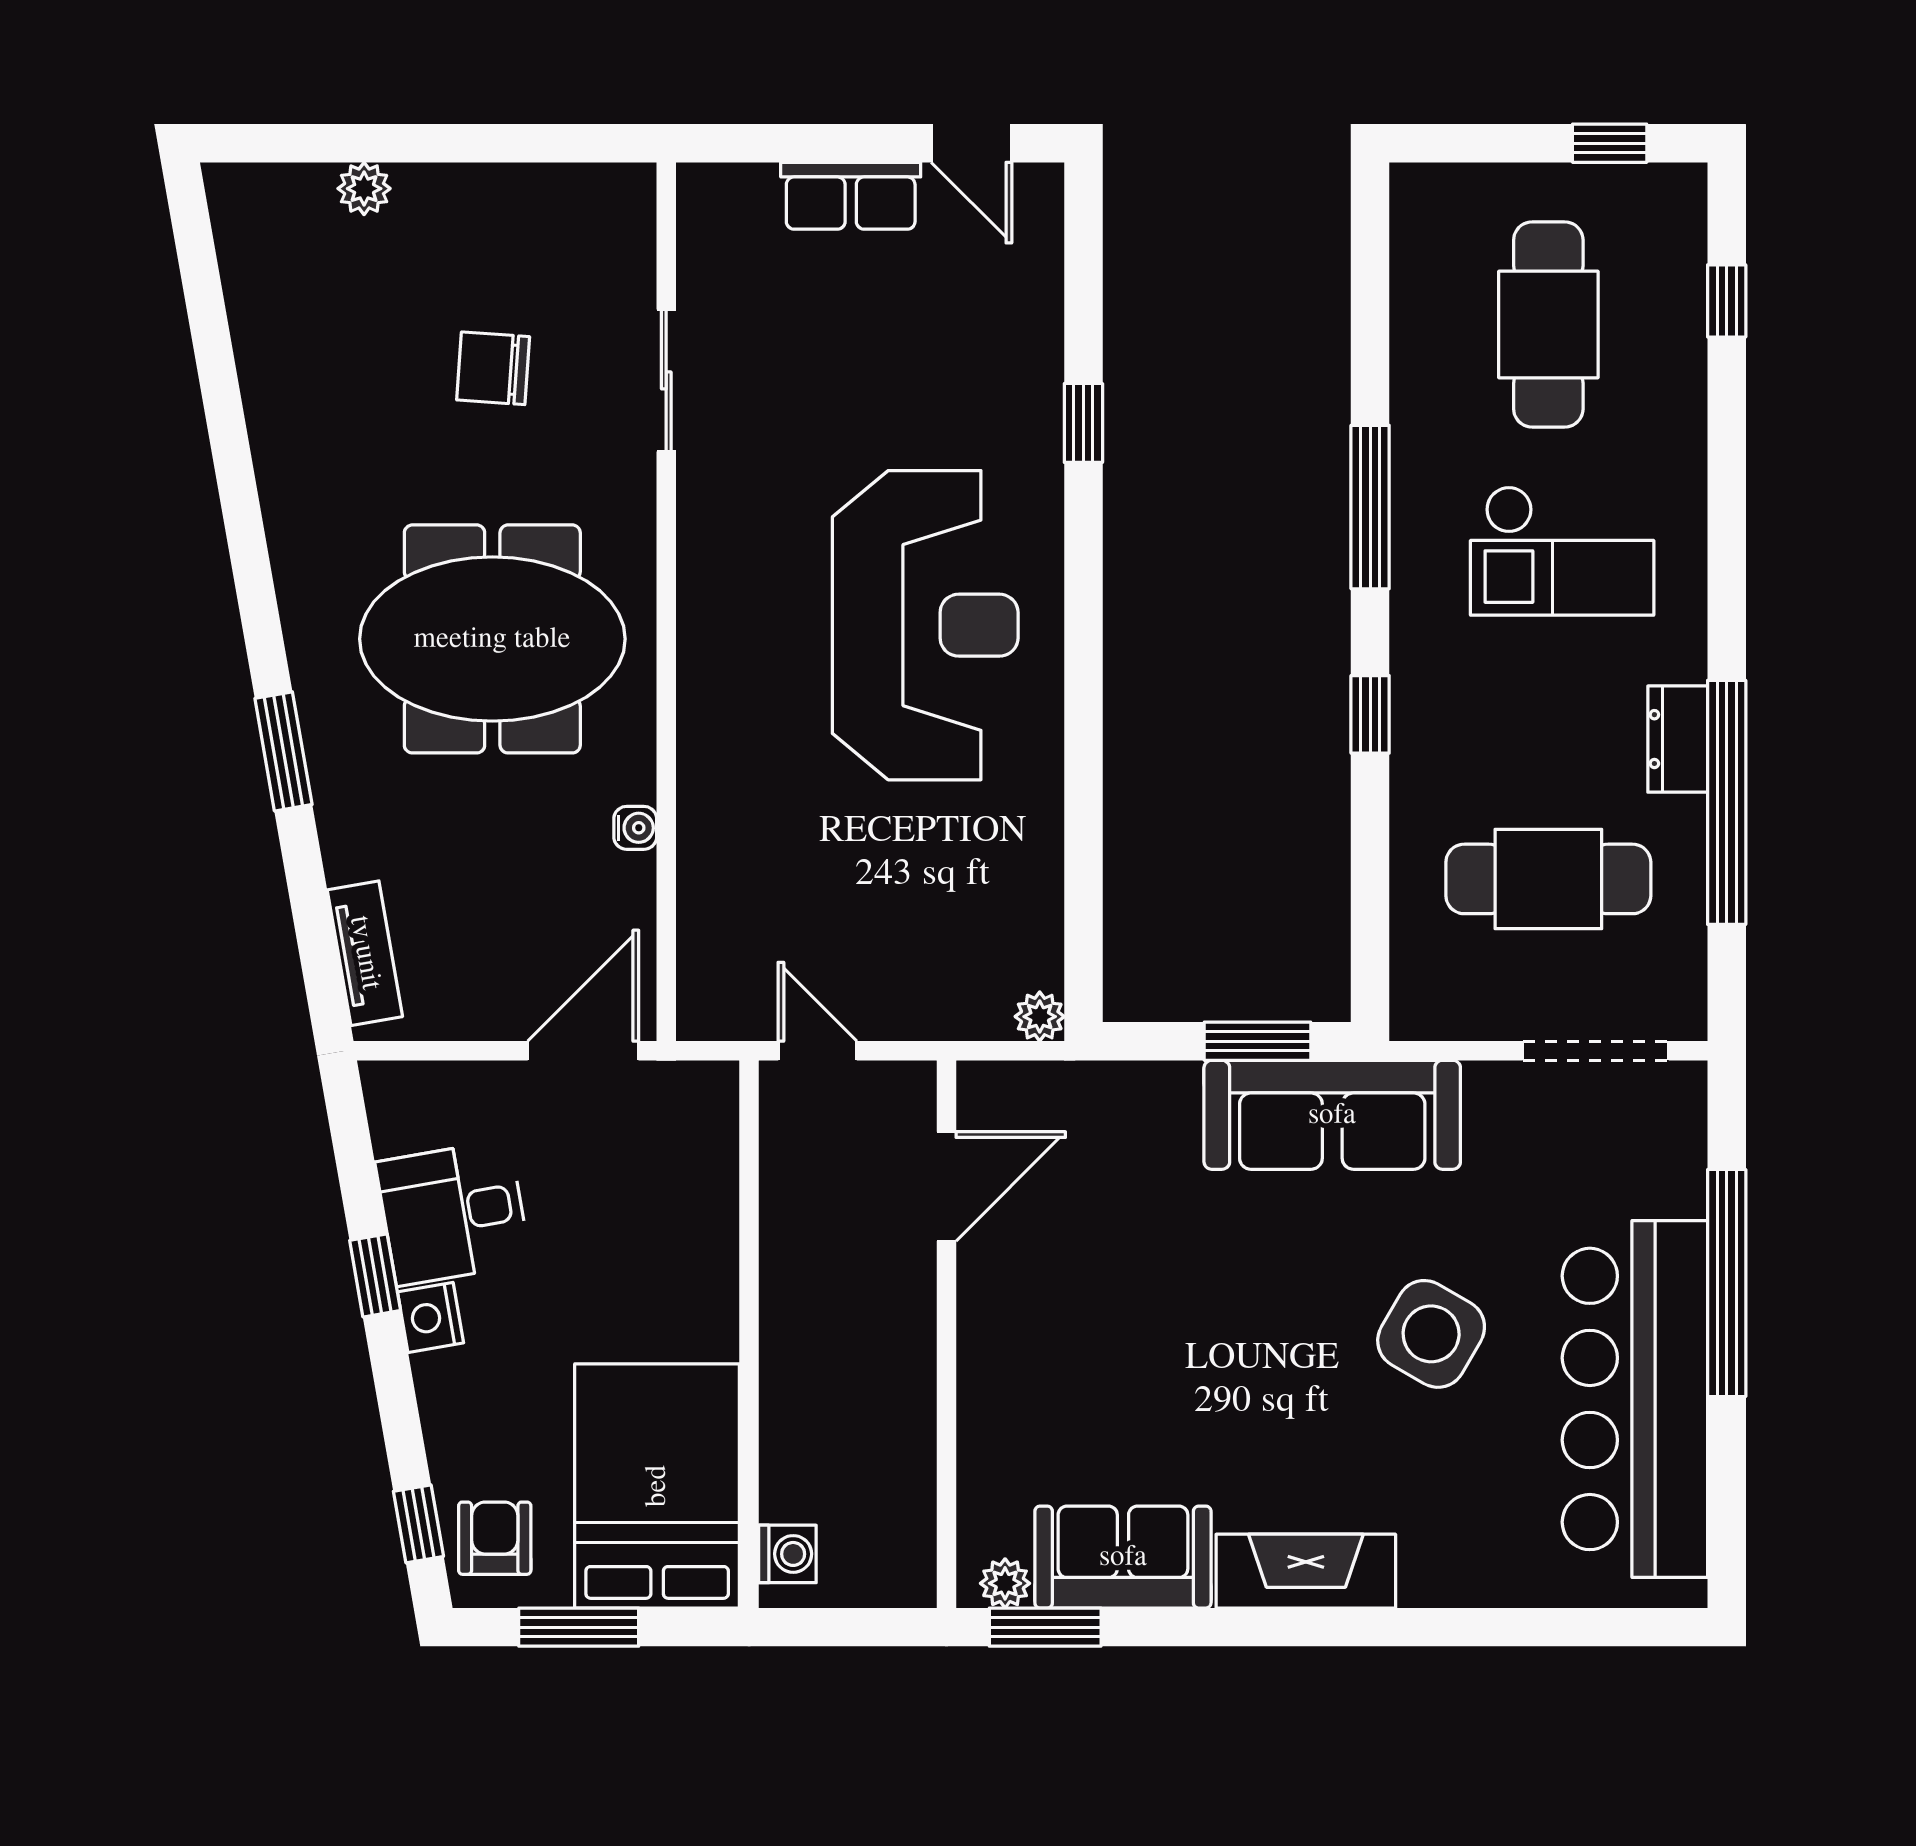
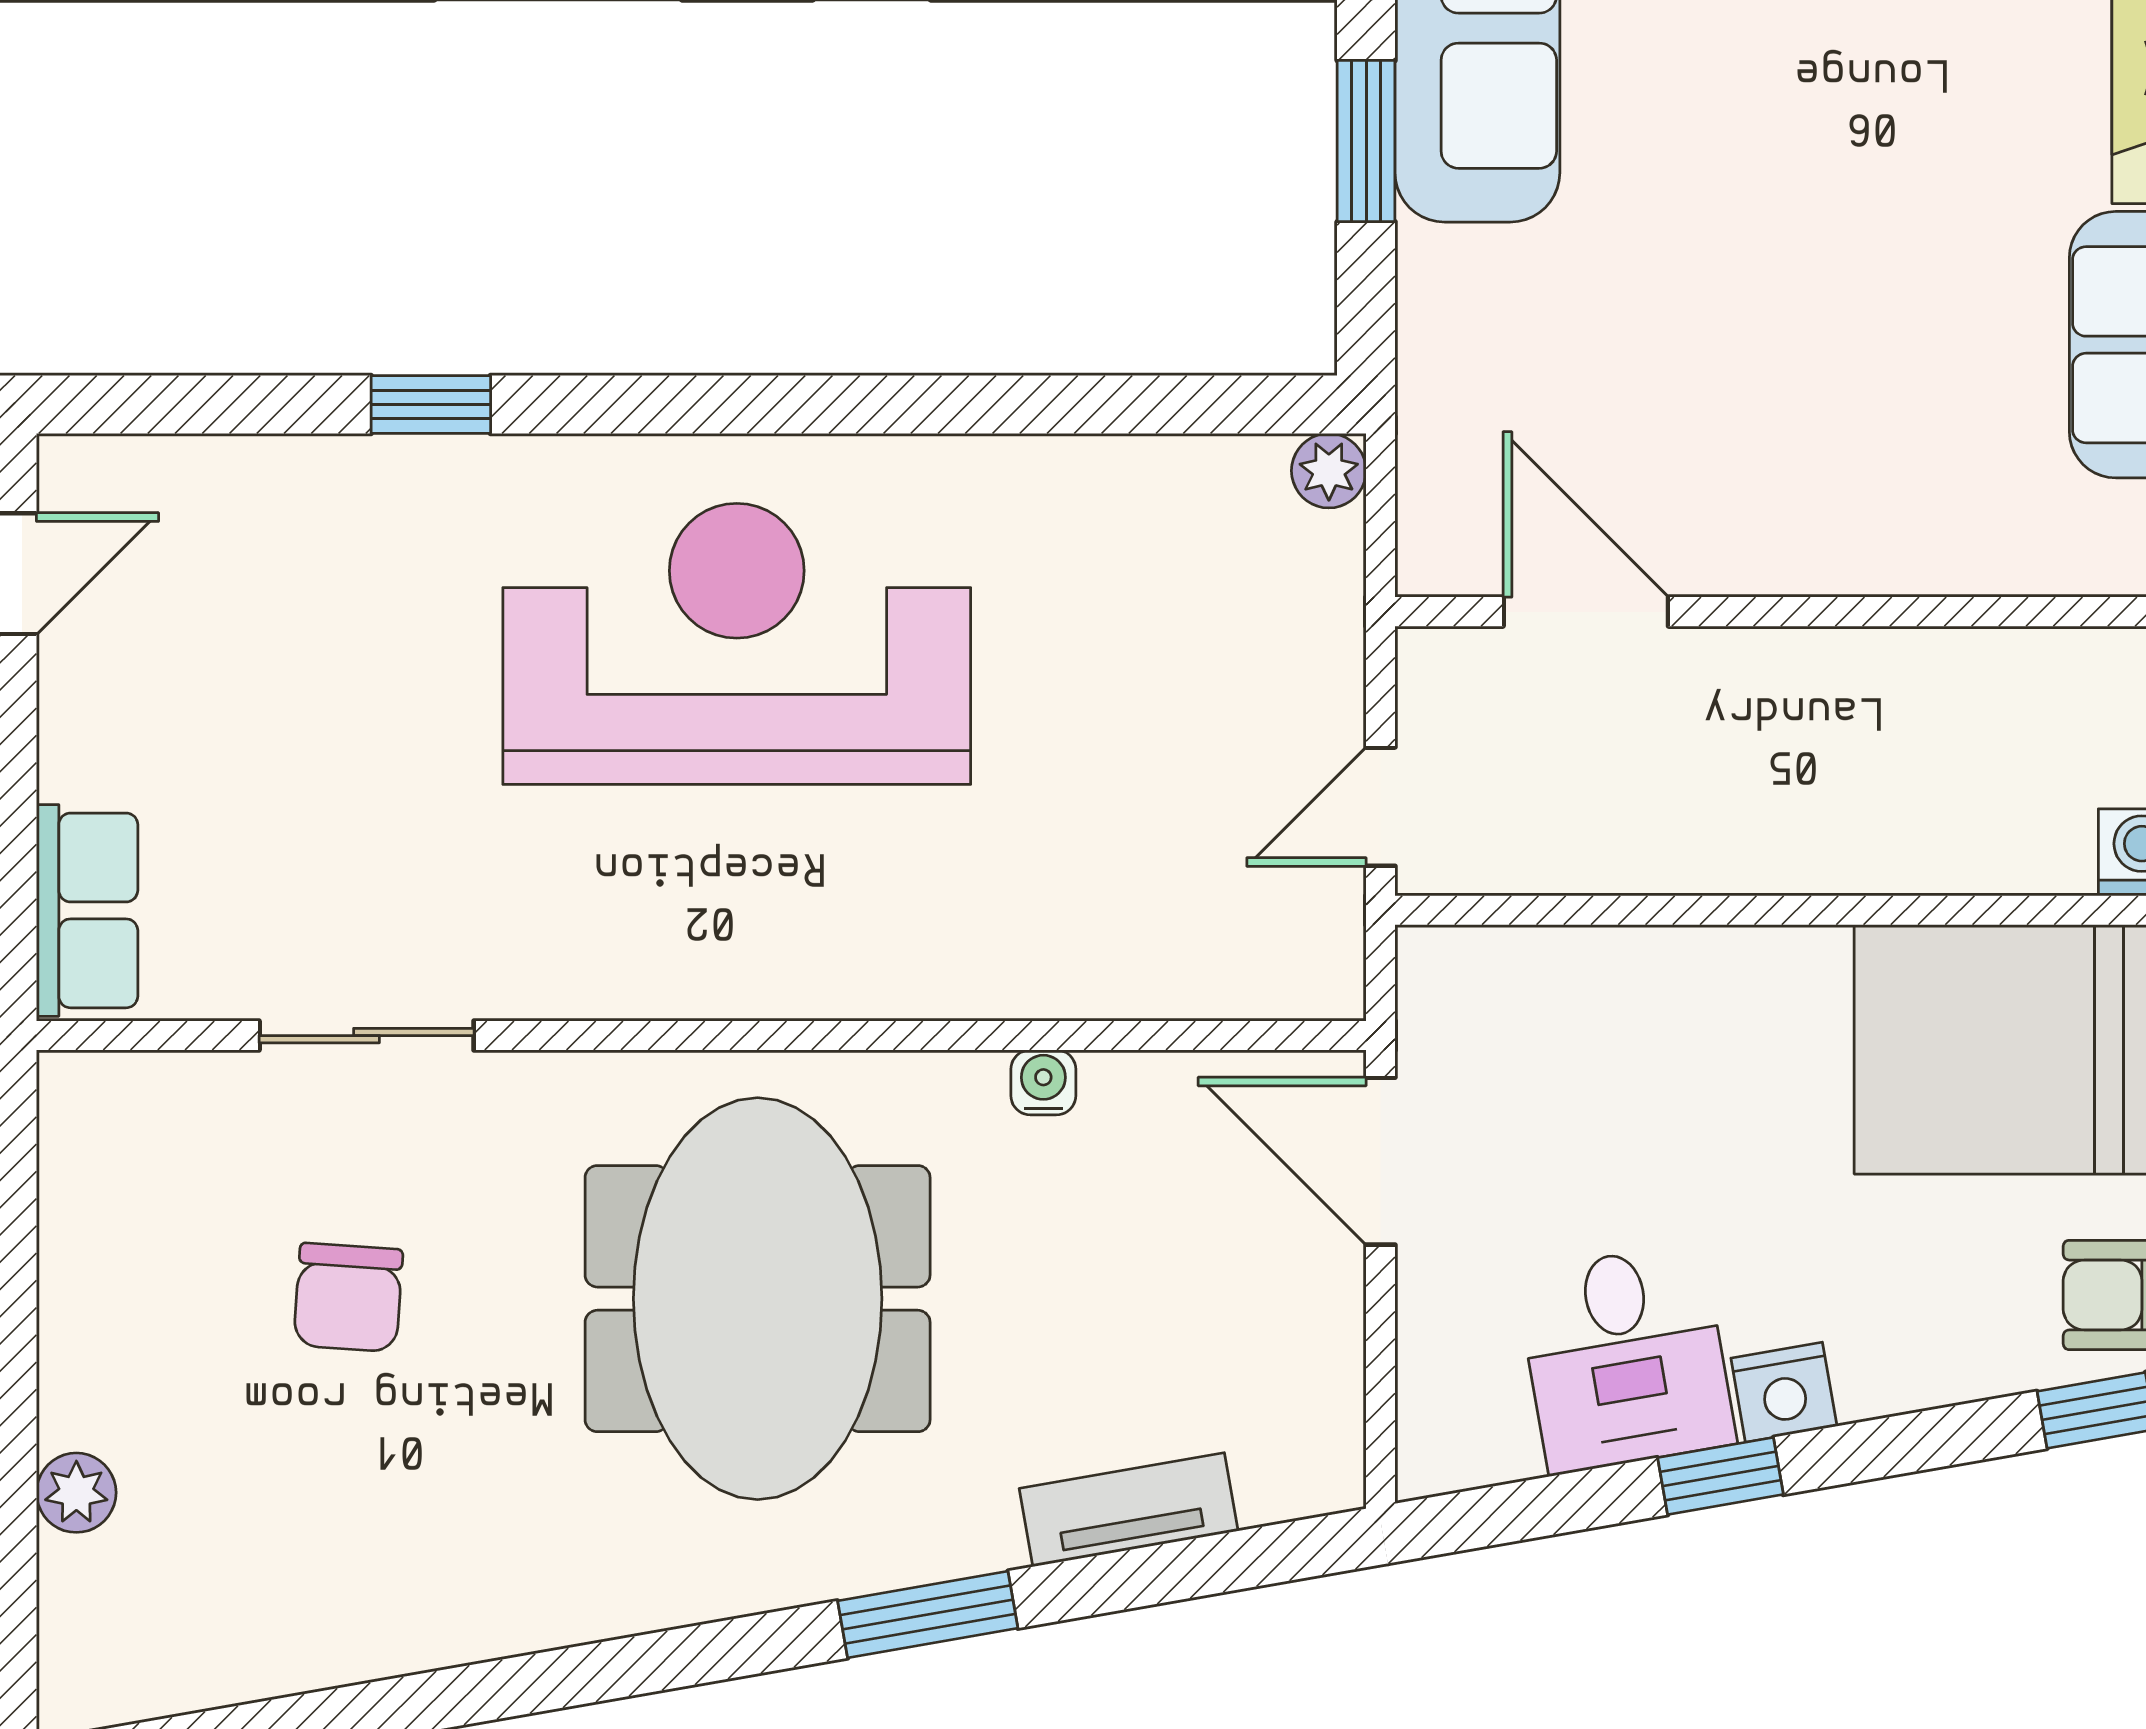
row of seats: (851, 196) -> (87, 910), moved
tv unit: (365, 953) -> (1129, 1510), moved

